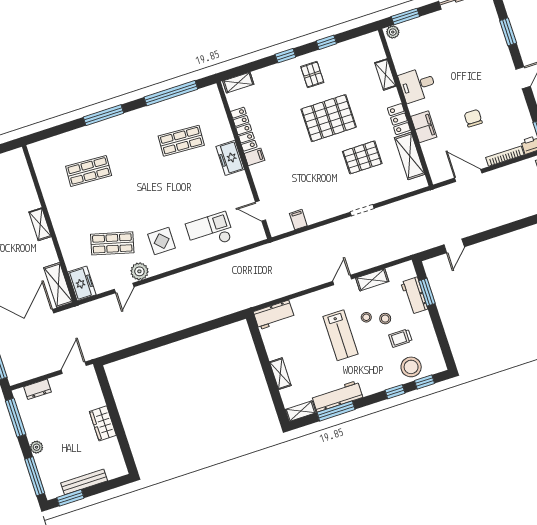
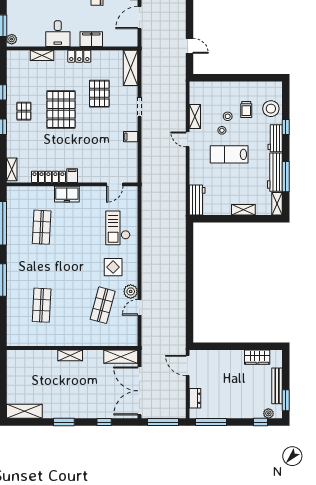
pallet: (312, 75) -> (24, 111), turned 90
shelving: (410, 156) -> (131, 68), moved, turned 90
filing cabinet: (298, 220) -> (131, 137), moved
freezer: (82, 283) -> (125, 338), removed
door: (124, 288) -> (139, 307), swing flipped
window: (427, 292) -> (218, 78), removed
workbench: (414, 296) -> (275, 138), moved, turned 90
lab bench: (341, 335) -> (229, 154), turned 180
window: (425, 382) -> (286, 102), removed
wardrobe: (103, 423) -> (257, 357), moved
plant: (37, 447) -> (268, 413), moved
window: (35, 476) -> (260, 422), width x0.46

